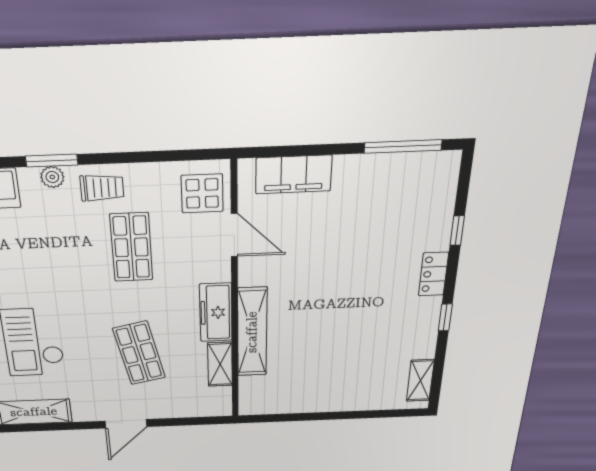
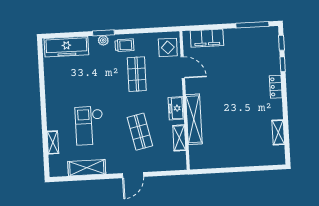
freezer: (216, 312) -> (176, 108), width x0.71
window: (445, 317) -> (281, 43), moved
shelving: (420, 380) -> (278, 132), moved

